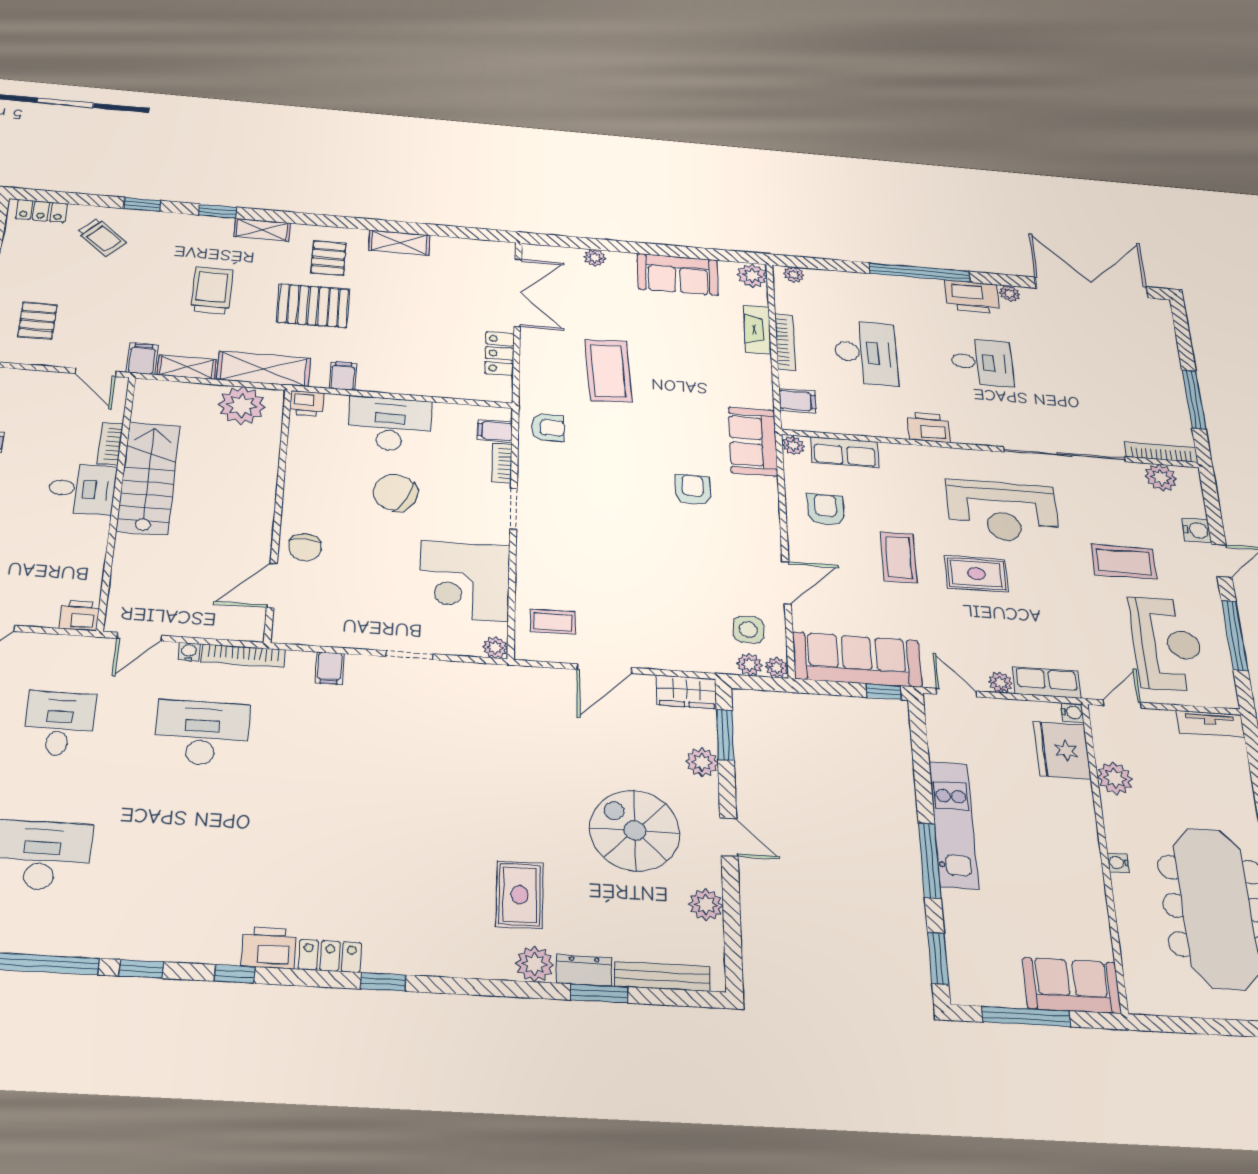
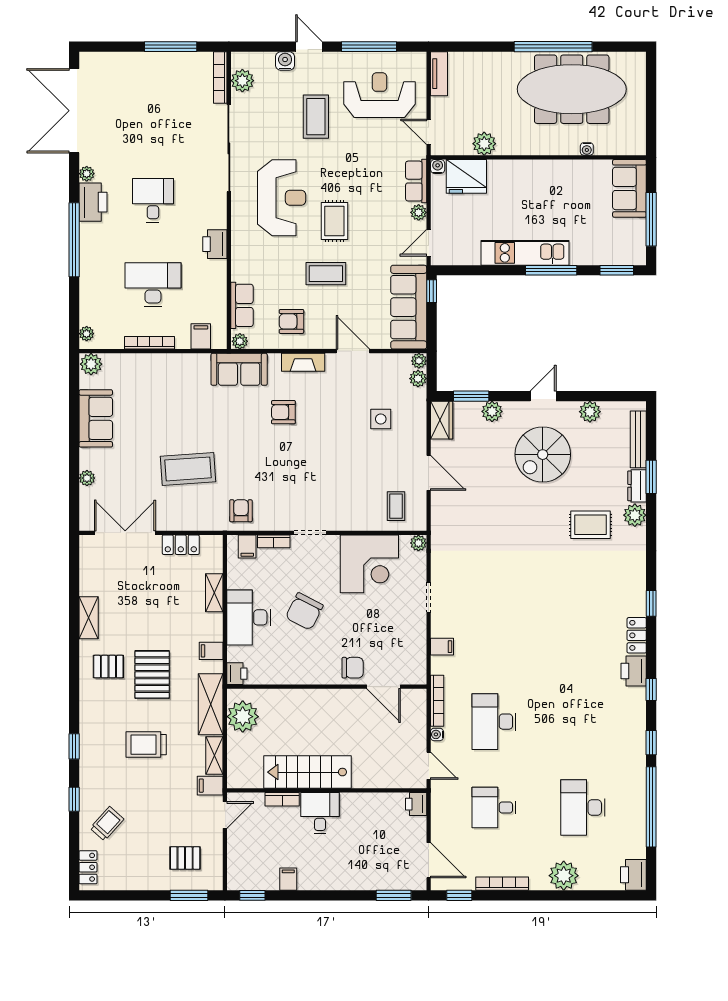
shelving: (262, 230) -> (214, 593), moved
fireplace: (757, 330) -> (303, 362), moved
side table: (748, 630) -> (381, 419), moved
water cooler: (1118, 863) -> (587, 149), moved

